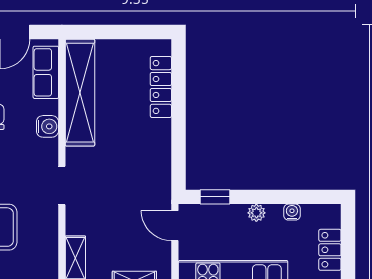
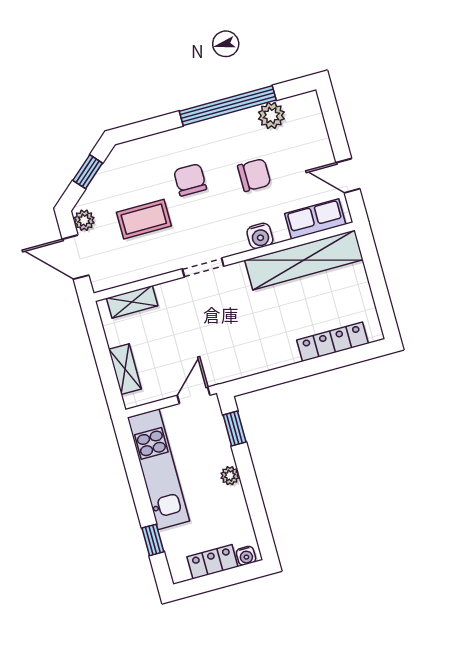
water cooler: (292, 212) -> (246, 556), moved, turned 90

